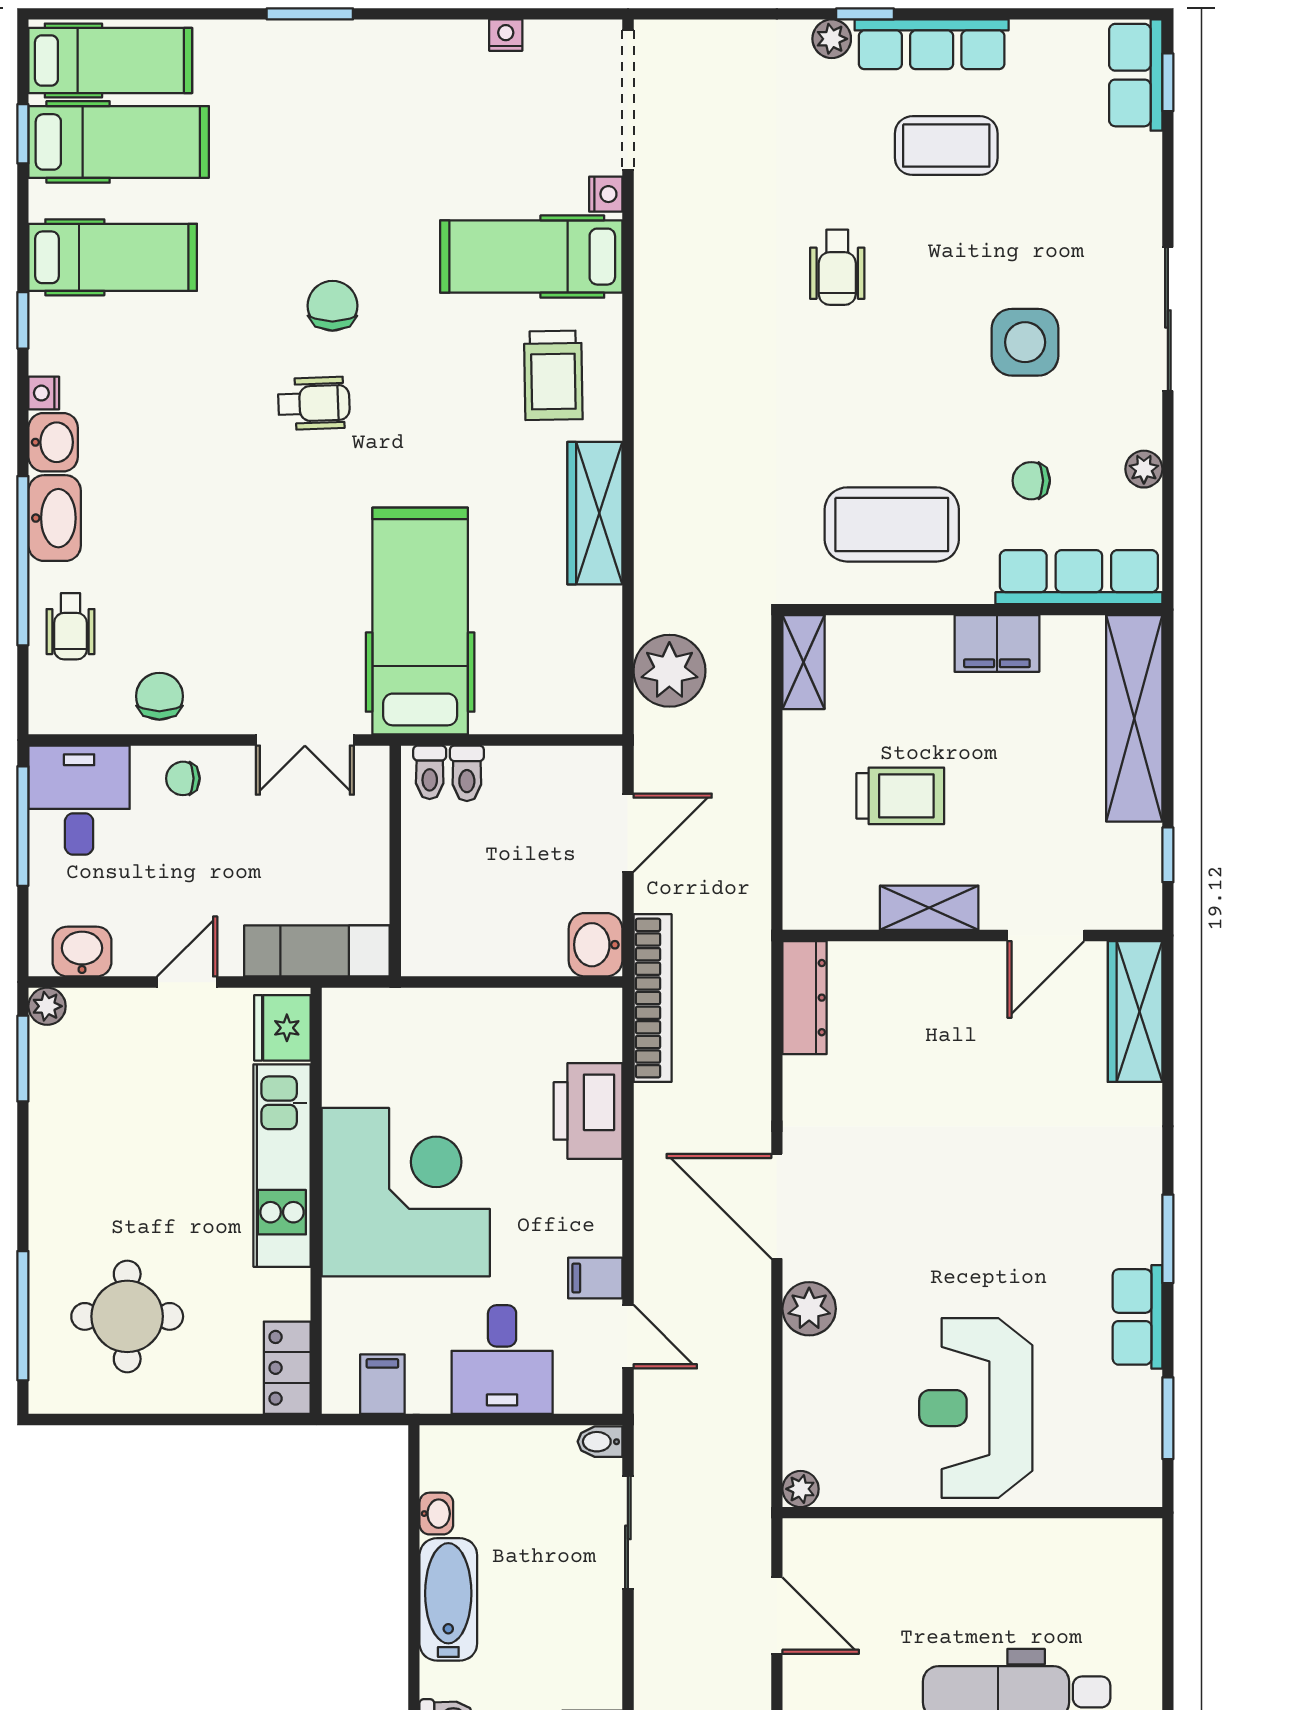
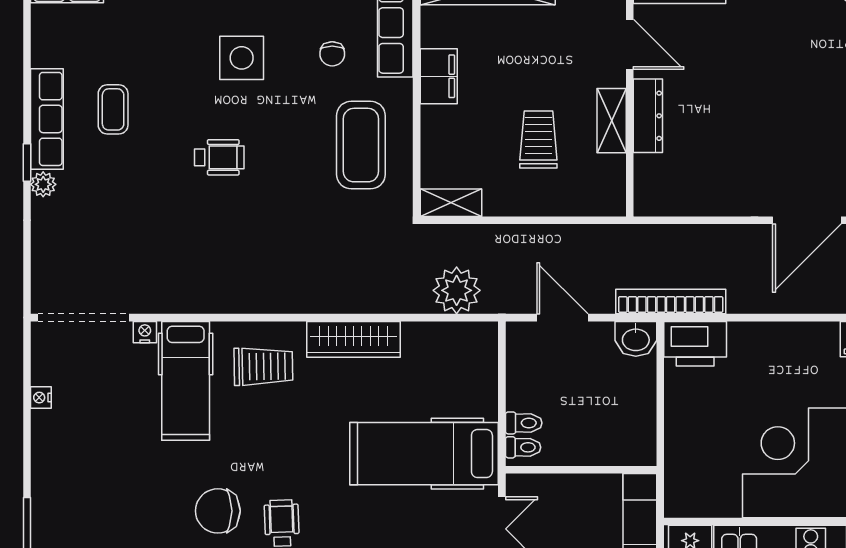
coffee table: (946, 146) -> (113, 109), width x0.73, depth x0.77
wheelchair: (837, 267) -> (219, 157), moved
chair: (332, 306) -> (218, 511), width x1.37, depth x1.37
dresser: (805, 998) -> (648, 116), moved, turned 90
printer: (588, 1111) -> (695, 344), moved

